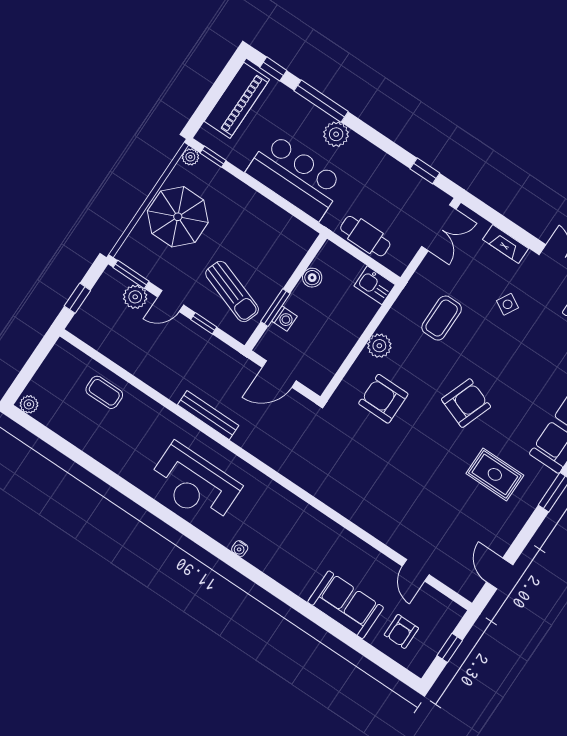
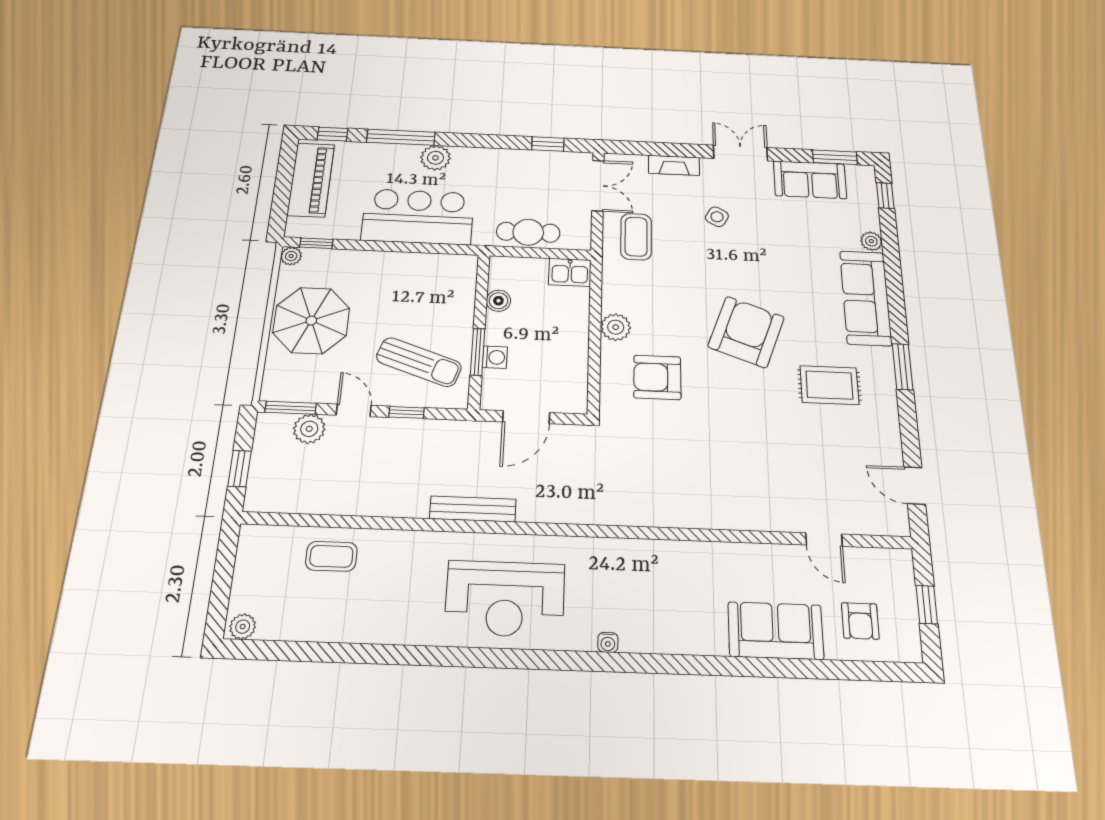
door: (171, 301) -> (354, 410), swing flipped
coffee table: (442, 318) -> (636, 237), moved
armchair: (466, 403) -> (746, 332), width x1.36, depth x1.36

